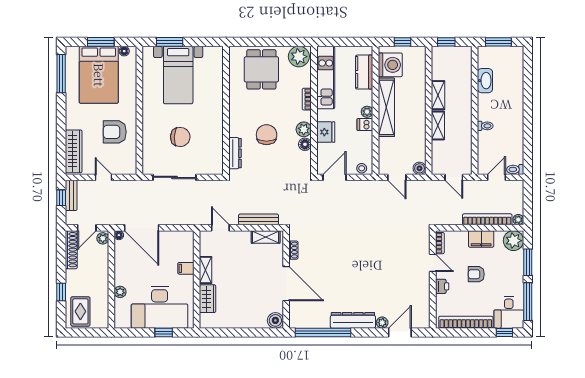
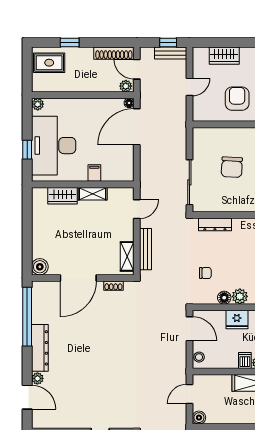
chair: (267, 135) -> (205, 273), moved, width x0.54, depth x0.54
wardrobe: (74, 151) -> (224, 56), width x0.67
sliding door: (174, 177) -> (189, 182), moved
plant: (120, 292) -> (38, 104), moved

